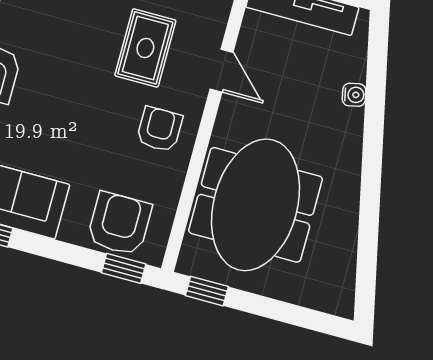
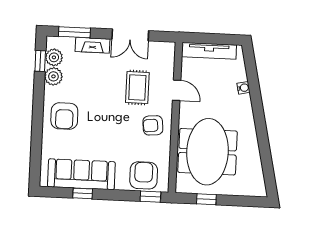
armchair: (159, 129) -> (153, 125), turned -96
window: (207, 291) -> (206, 199), moved

